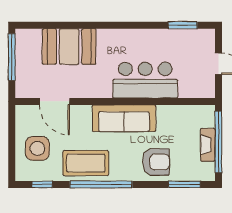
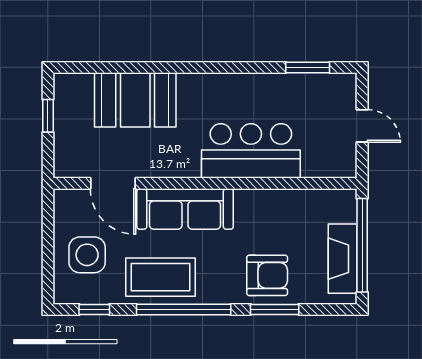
window: (12, 57) -> (48, 116), width x0.46
sofa: (124, 118) -> (185, 209), moved
fireplace: (208, 145) -> (343, 259), width x1.37, depth x1.32
window: (184, 184) -> (275, 310), moved

